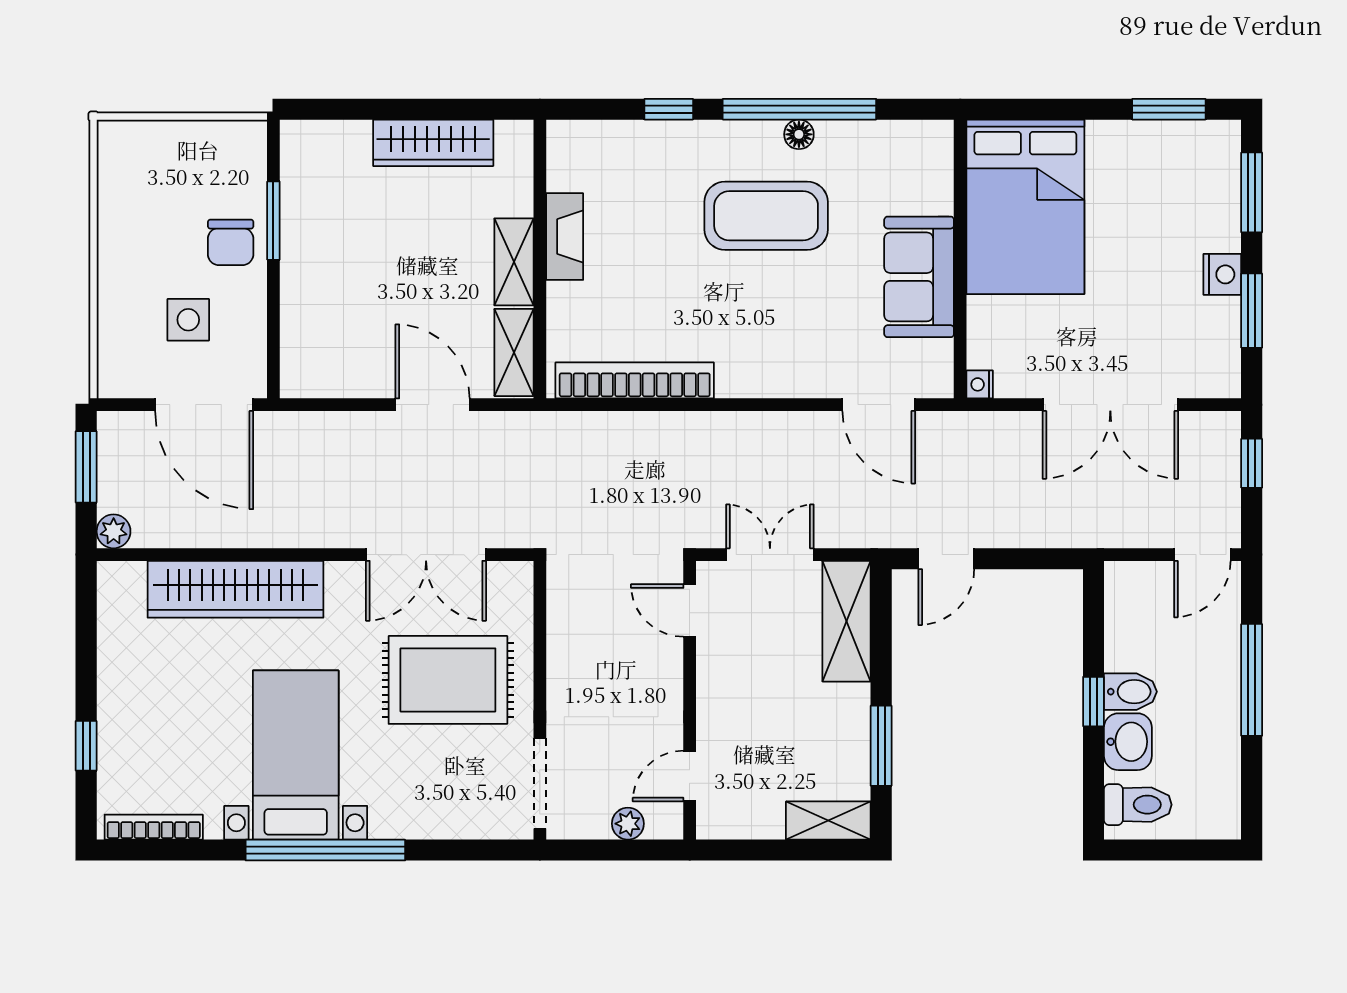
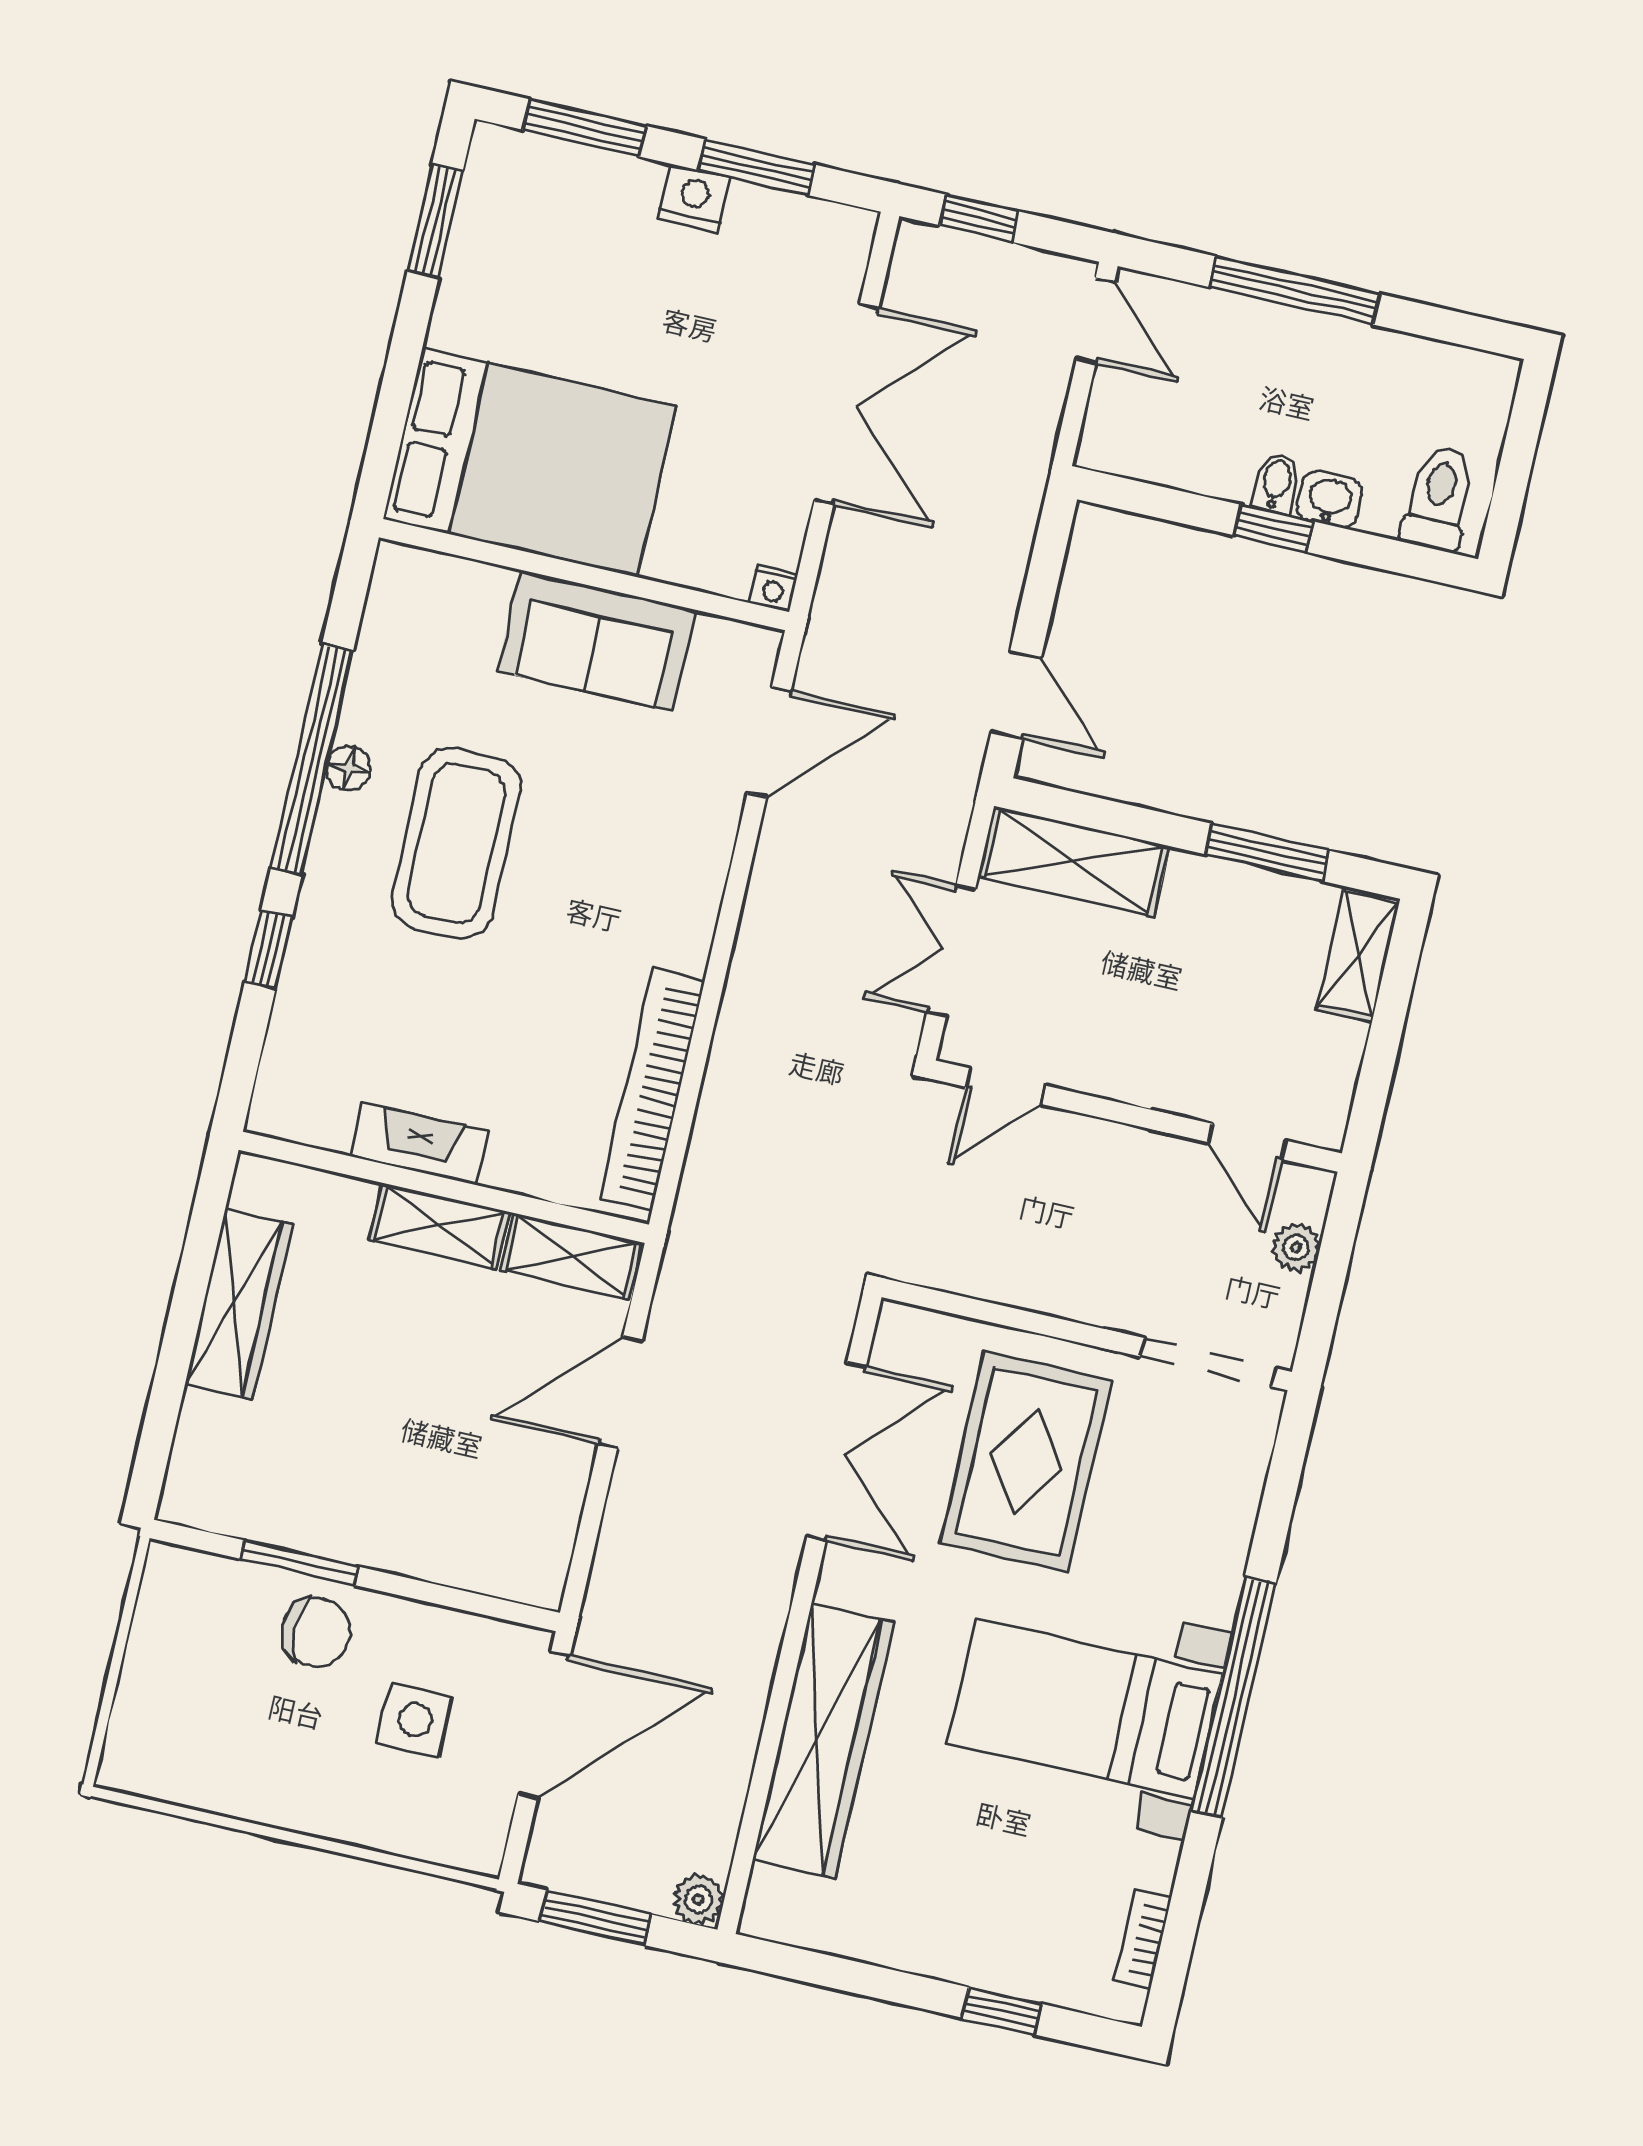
bidet: (1130, 692) -> (1276, 483), width x0.72, depth x0.74
washbasin: (1128, 742) -> (1329, 500), width x0.72, depth x0.69
bookcase: (154, 827) -> (1143, 1940), width x0.64

